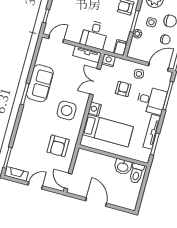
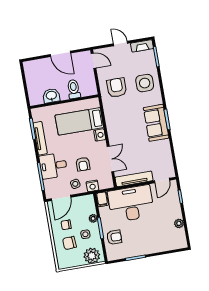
desk: (94, 35) -> (131, 204), width x1.87, depth x1.30
tv unit: (87, 54) -> (134, 179), width x1.41
nightstand: (108, 60) -> (92, 186), moved
sofa: (40, 83) -> (156, 123), moved
side table: (67, 110) -> (145, 83), moved
toilet: (136, 173) -> (74, 89), moved
door: (35, 186) -> (121, 43), swing flipped

